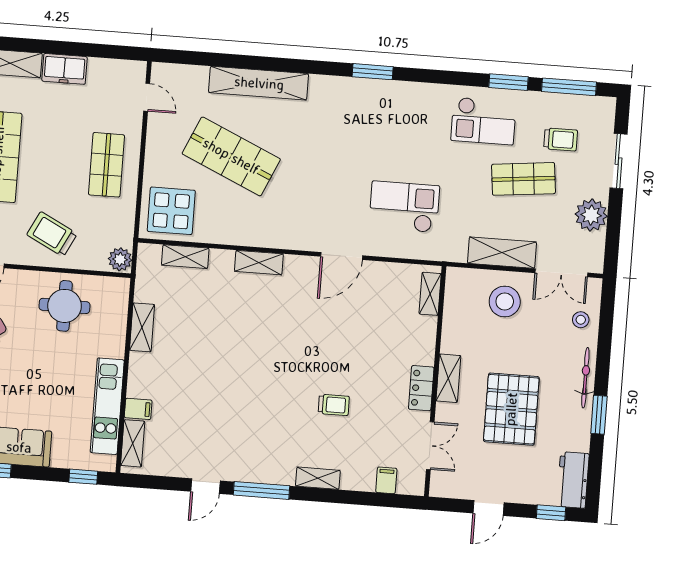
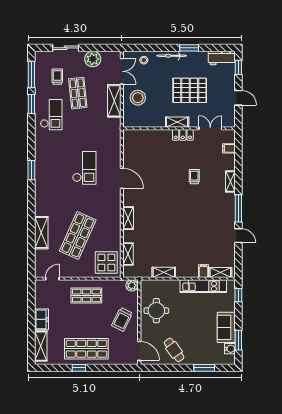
shelving: (259, 83) -> (41, 233), width x0.68
checkout: (404, 207) -> (84, 168), moved, turned 180
shelving: (430, 294) -> (137, 134), removed

